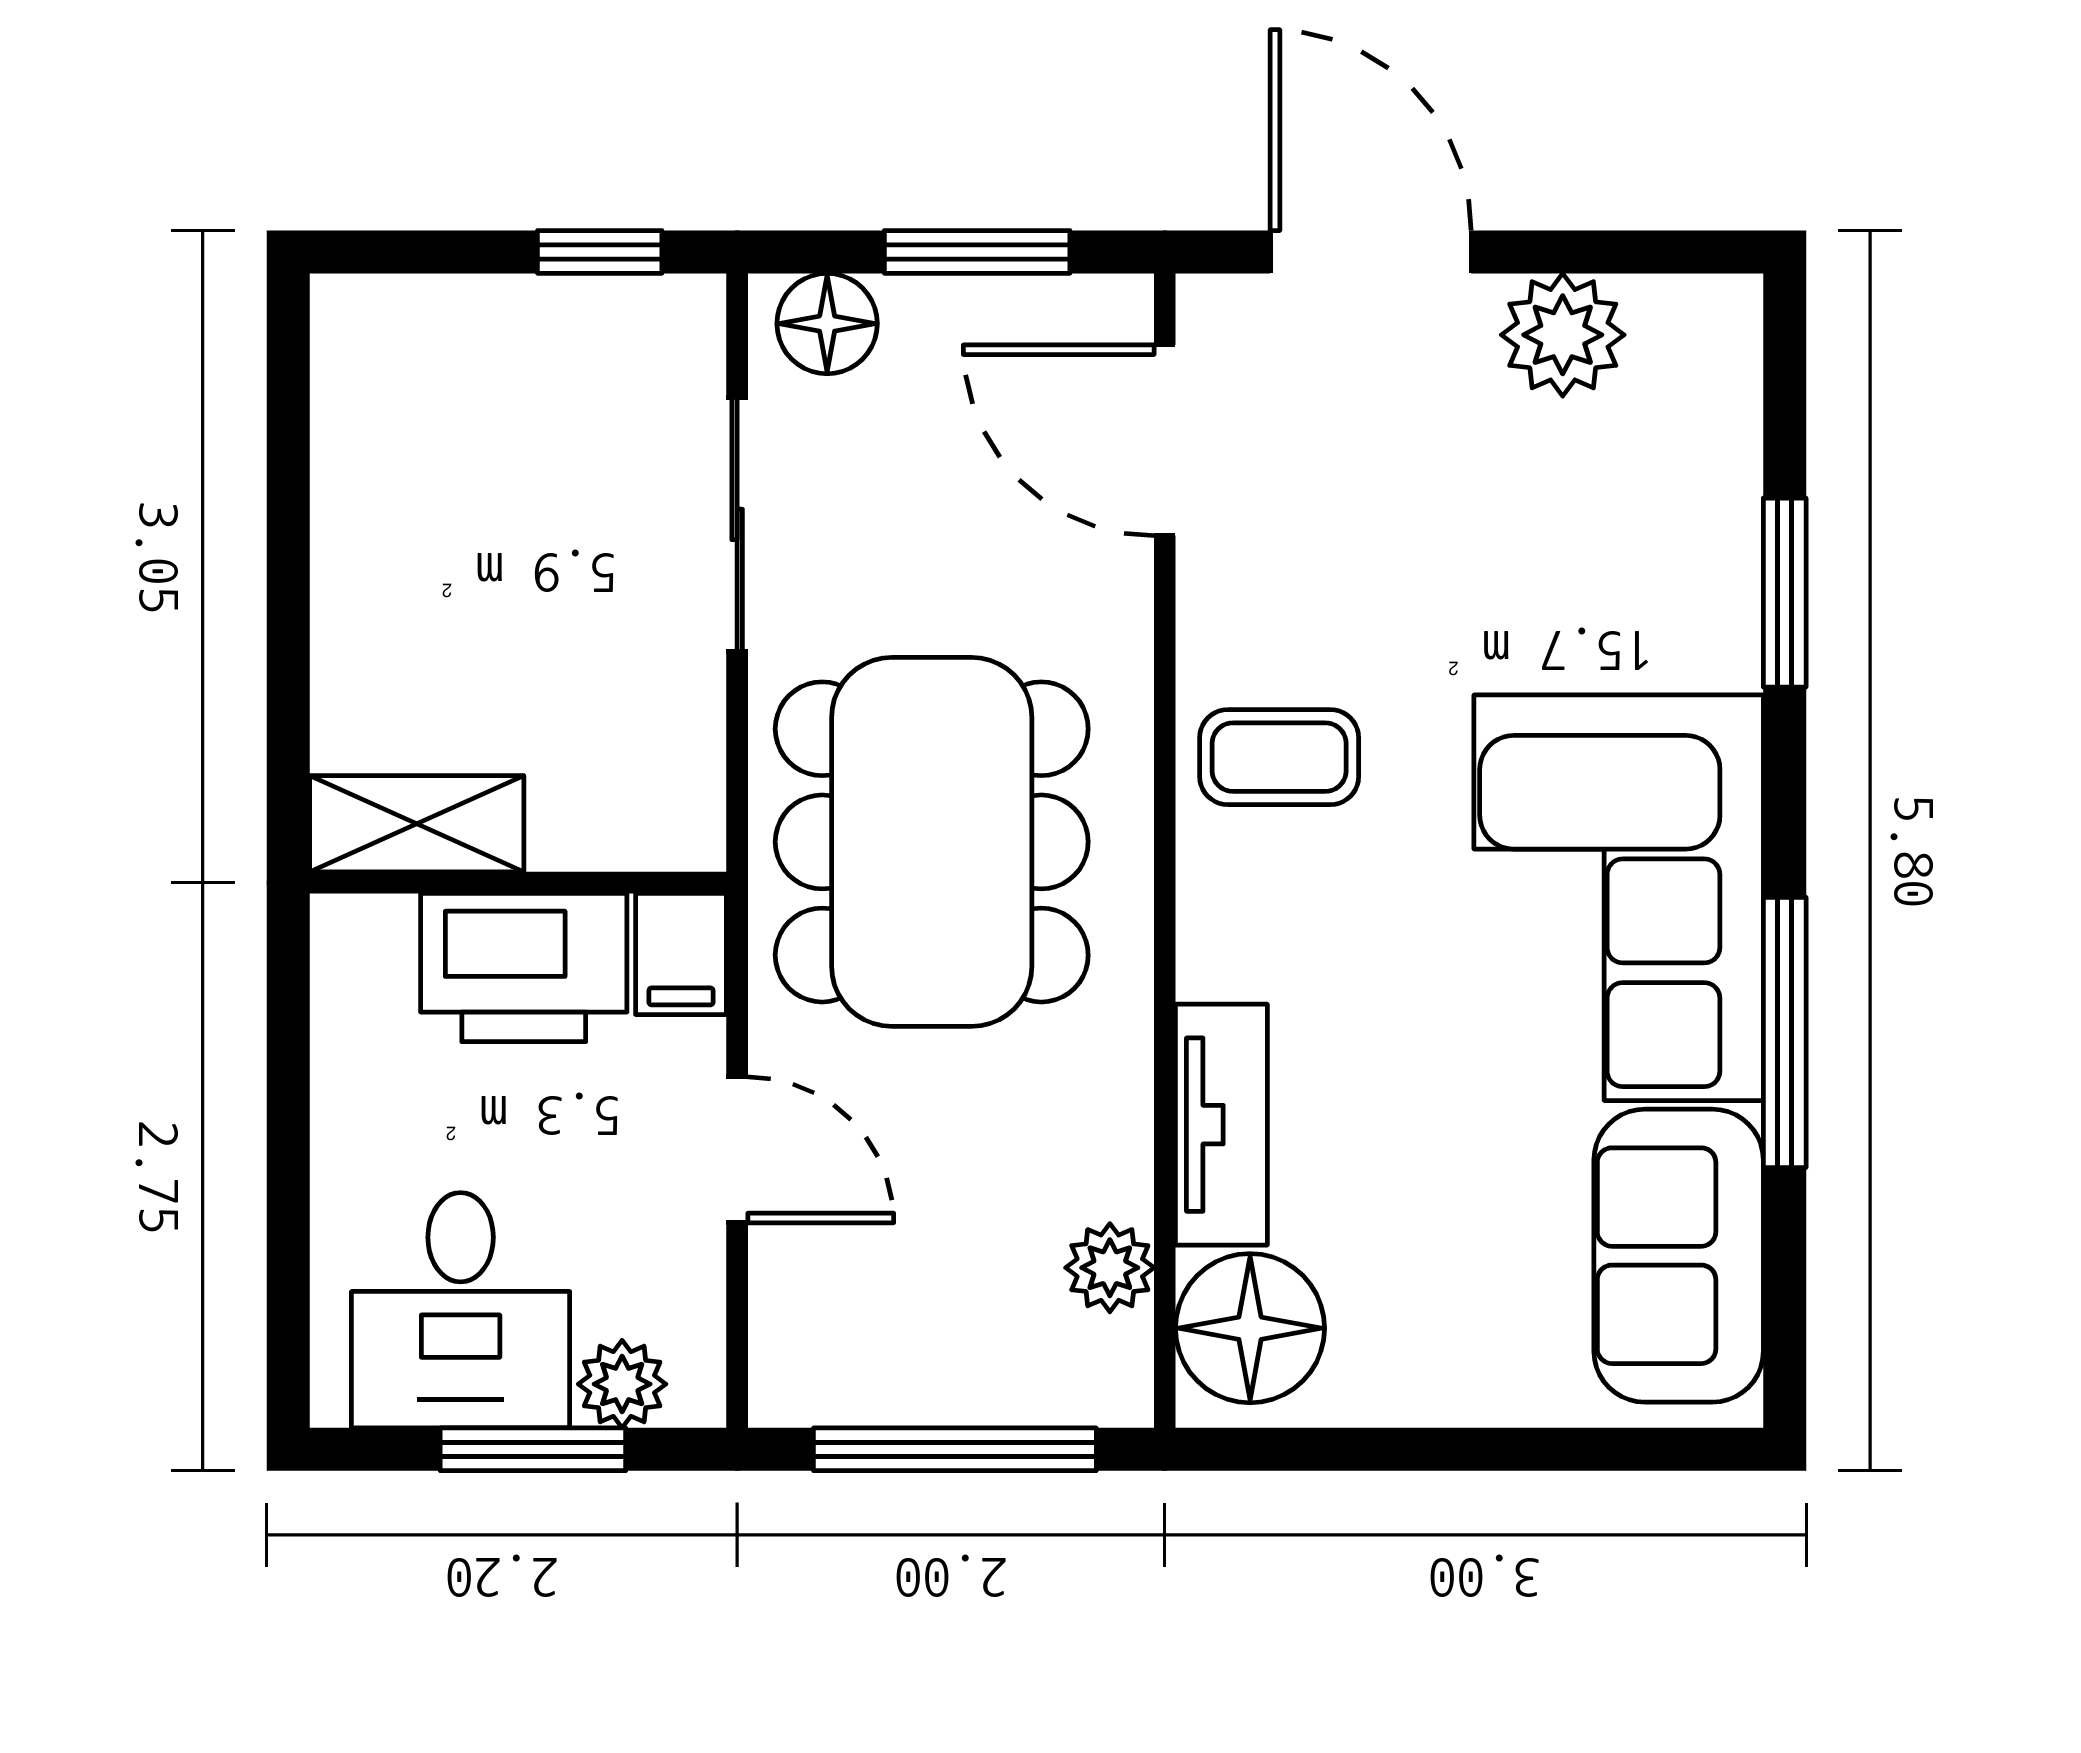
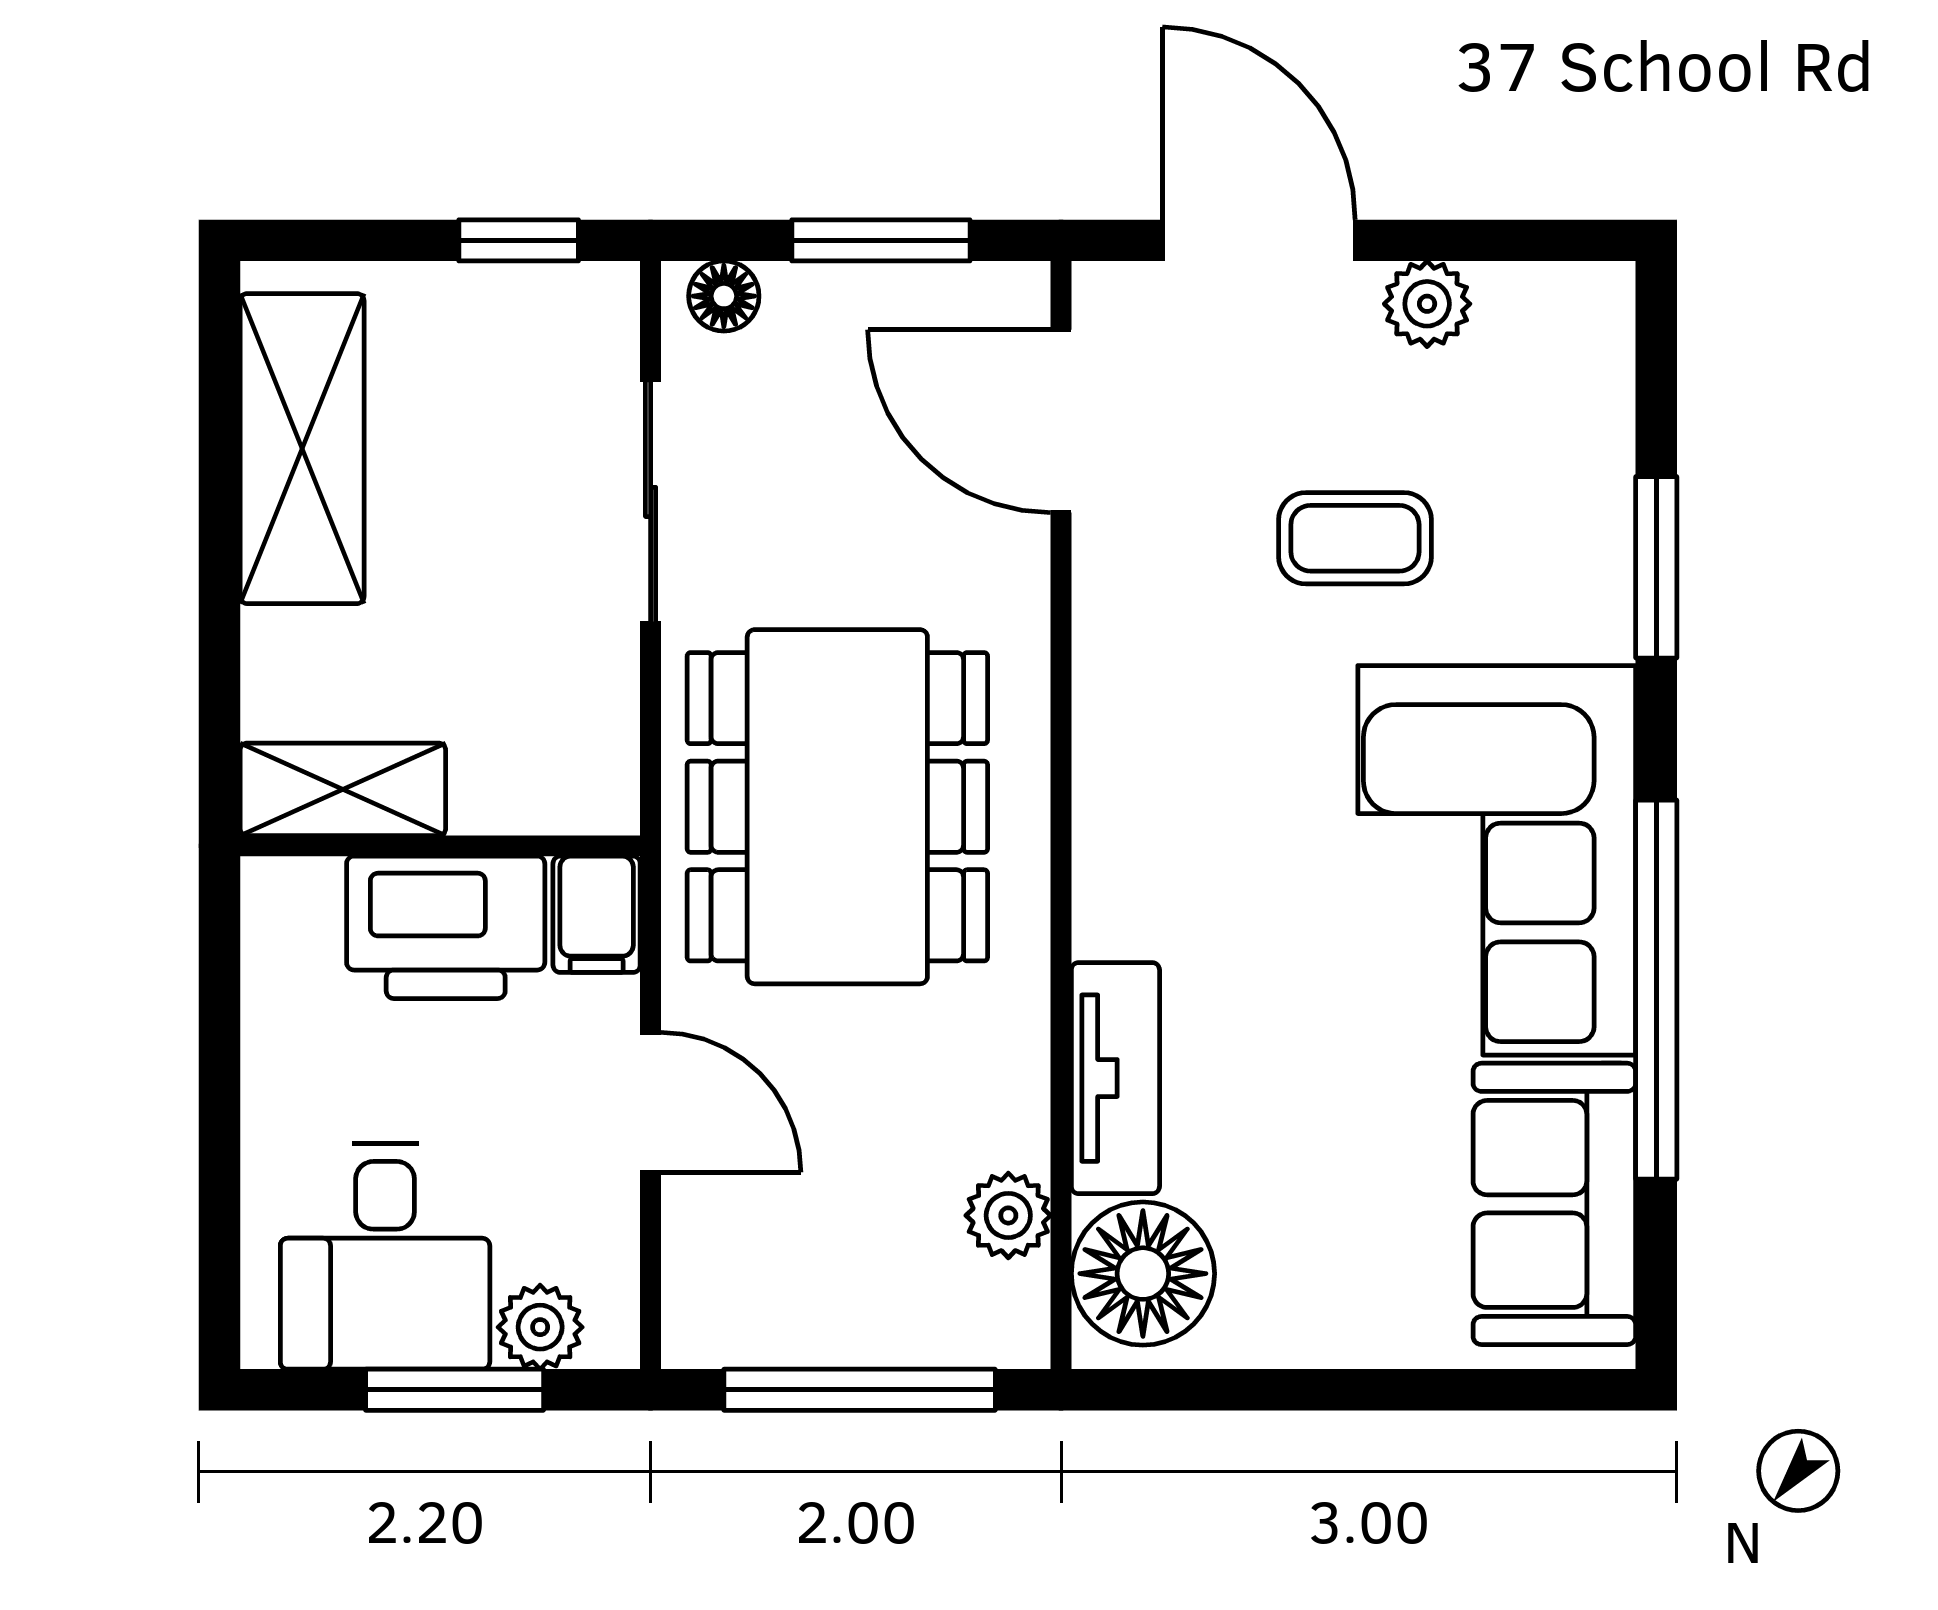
floor lamp: (827, 324) -> (724, 296), width x0.73, depth x0.73
plant: (1563, 335) -> (1427, 304), width x0.73, depth x0.73
shelving: (374, 469) -> (302, 449), added
coffee table: (1279, 757) -> (1355, 538), moved
window: (1785, 1032) -> (1656, 990), width x1.46

